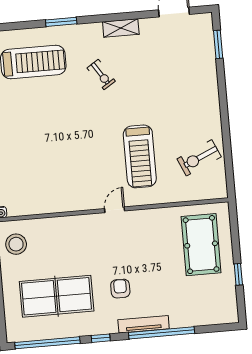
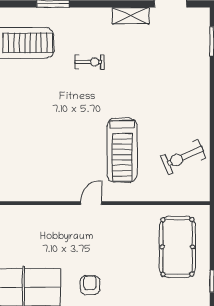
shelving: (121, 28) -> (131, 16), moved
exercise bike: (101, 75) -> (90, 62), turned -57

